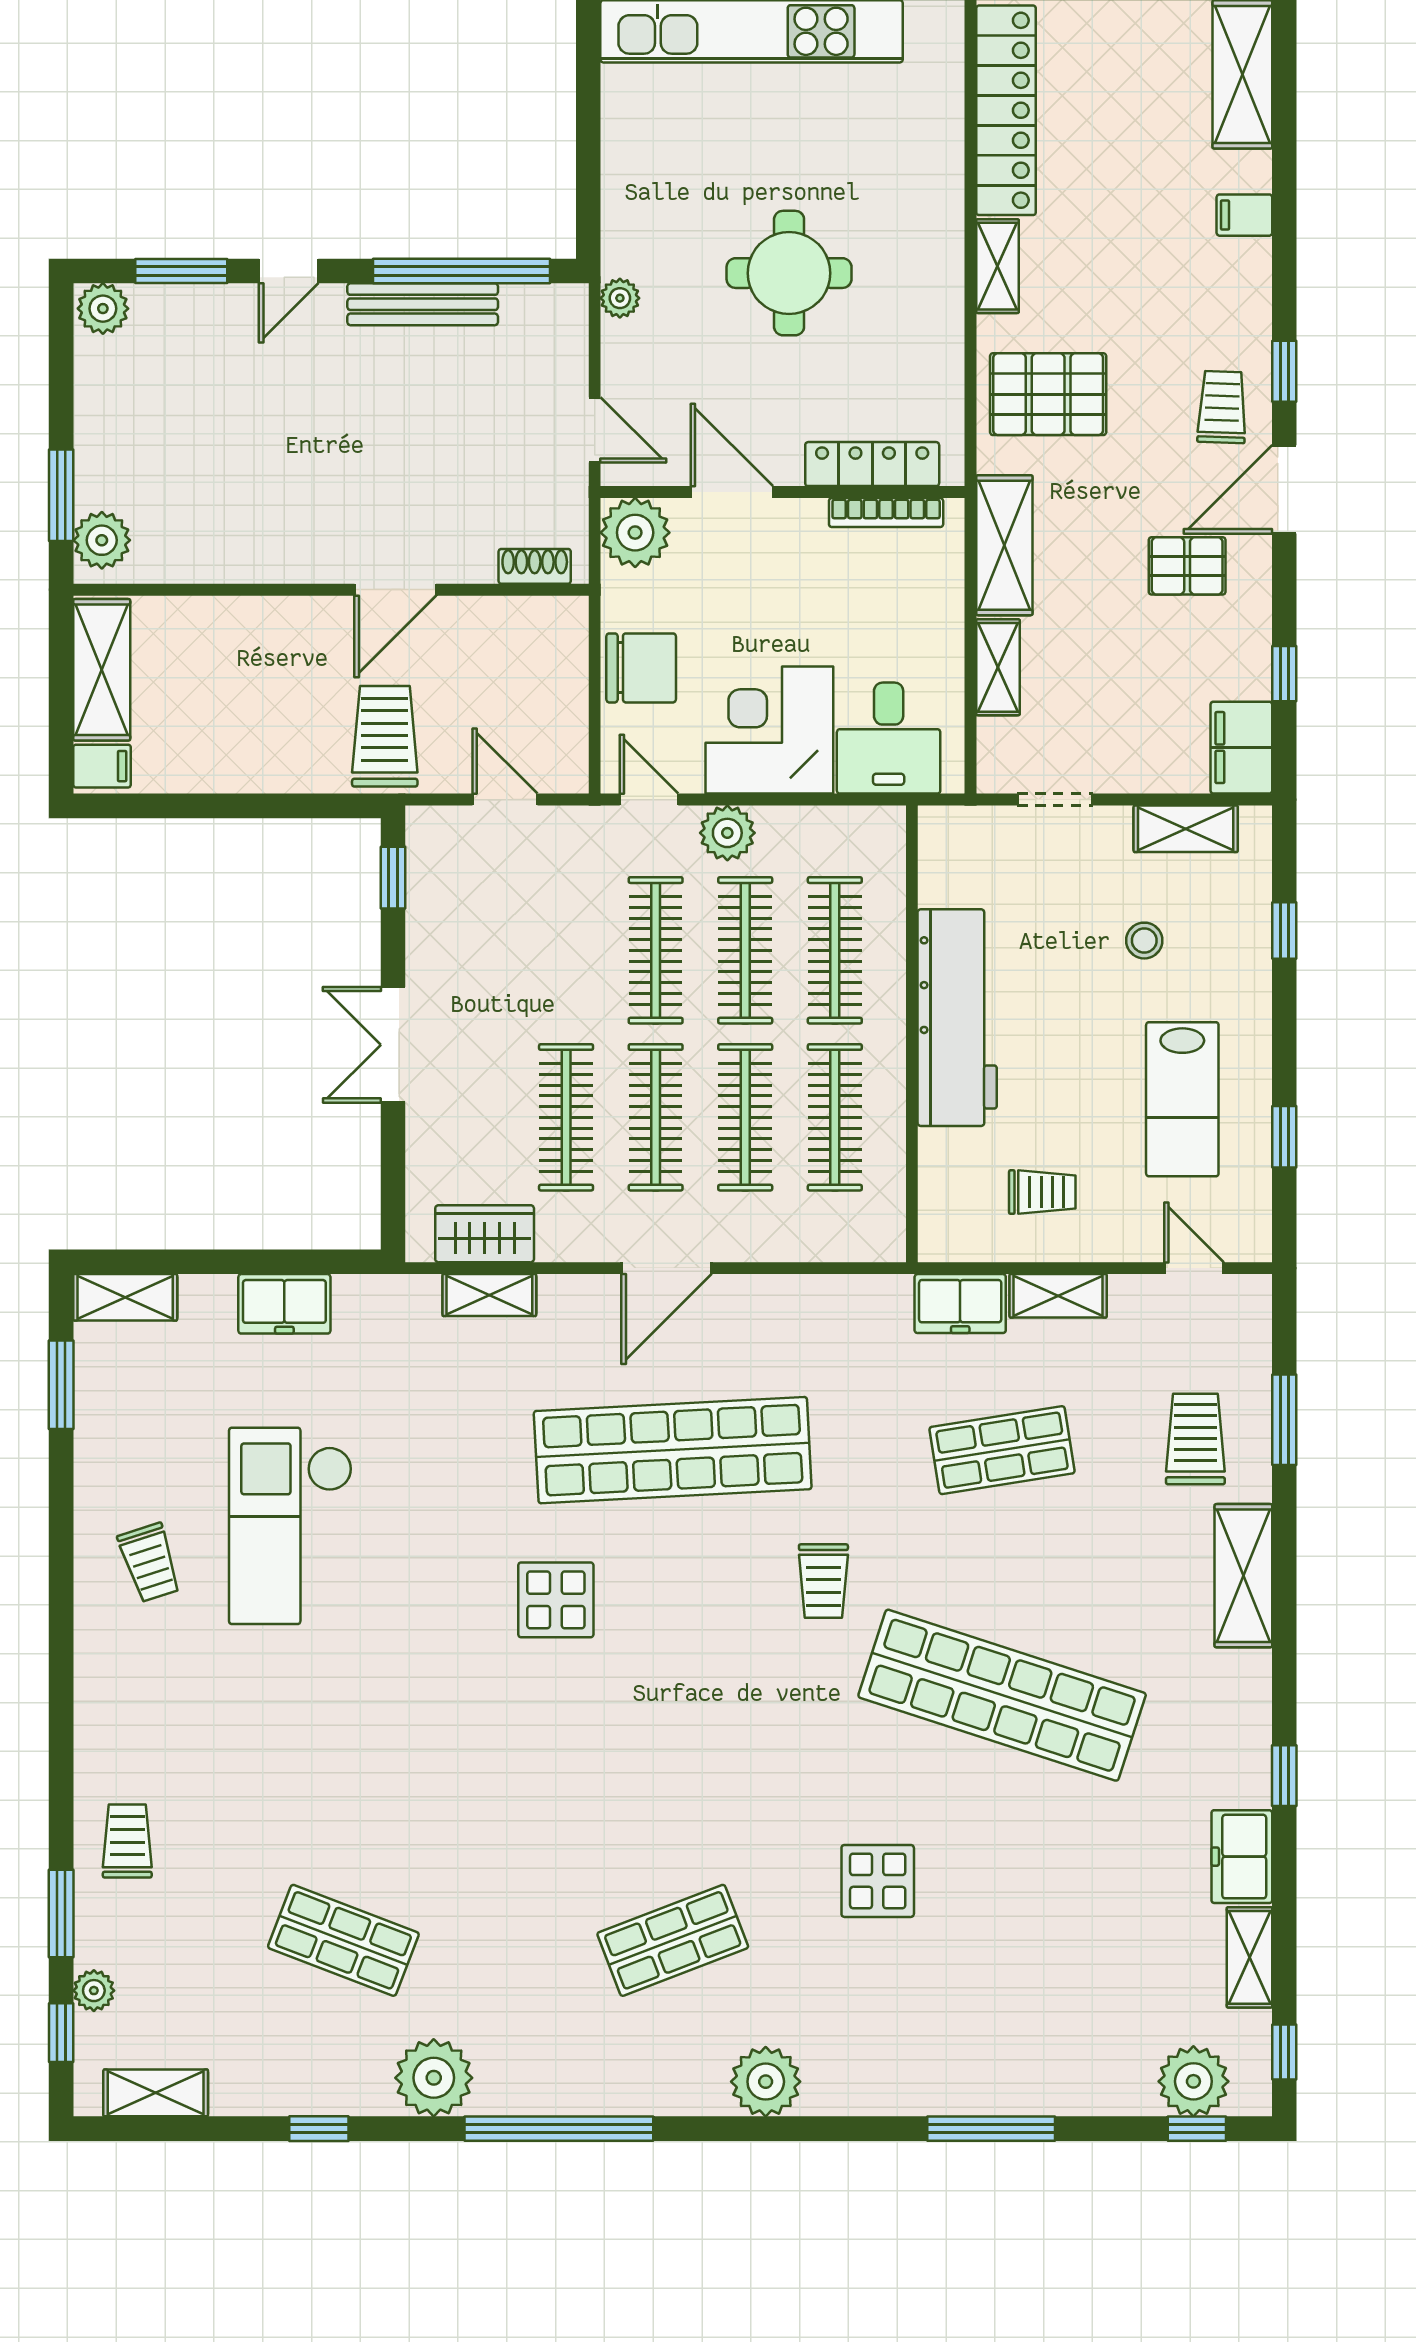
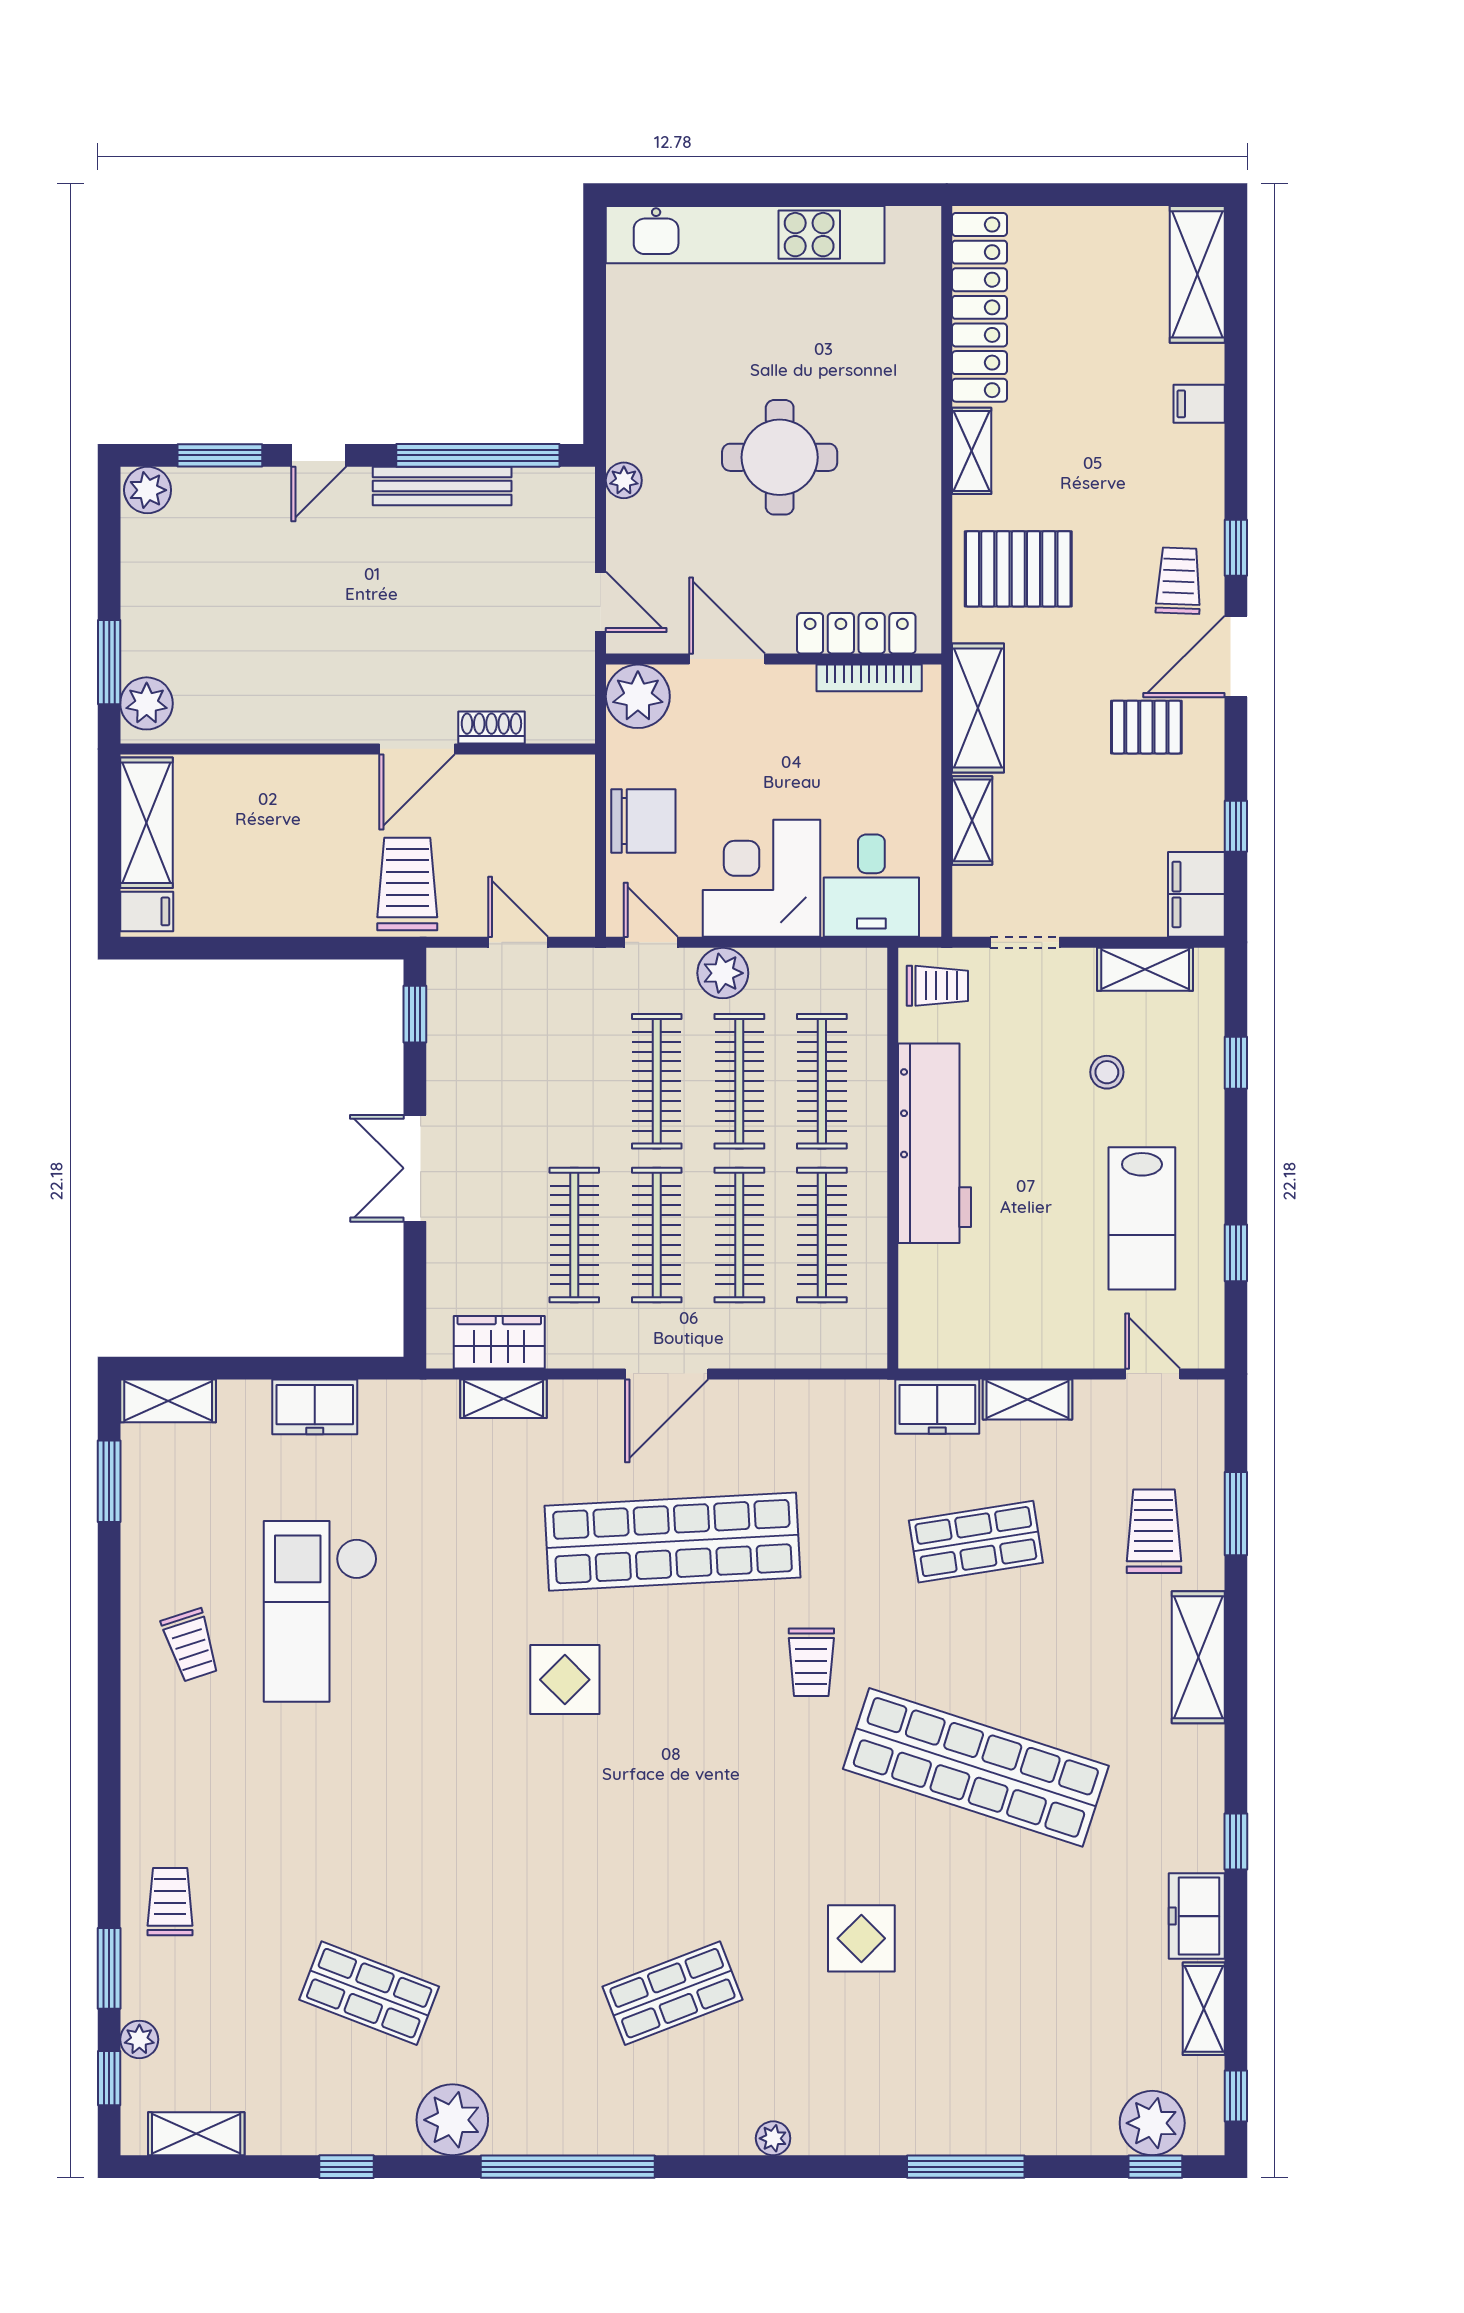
shoe rack: (535, 566) -> (491, 727), moved
trolley: (1042, 1192) -> (937, 986), moved
plant: (766, 2082) -> (773, 2138), width x0.53, depth x0.53

